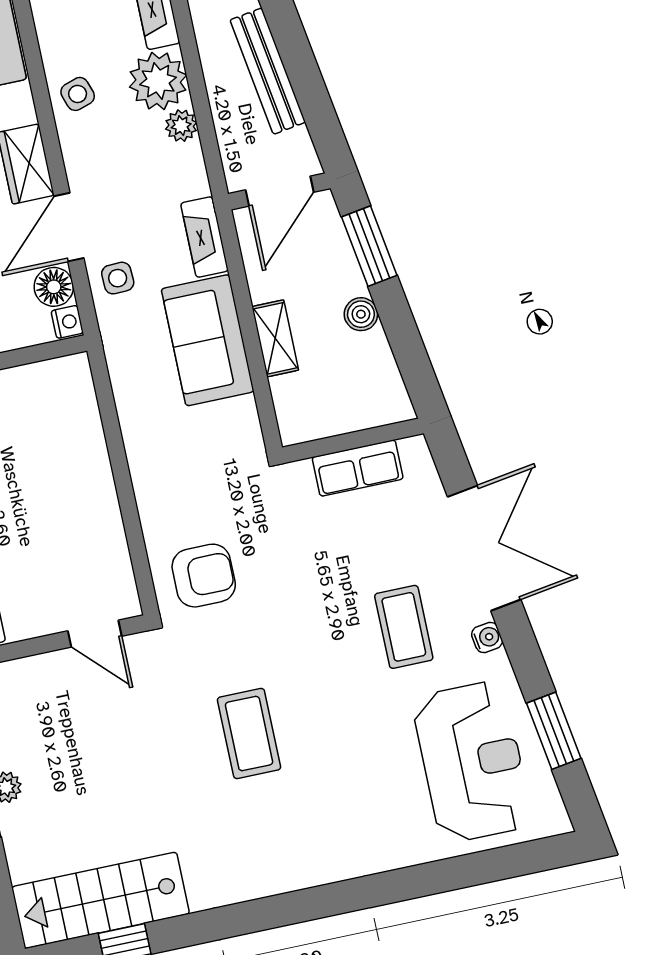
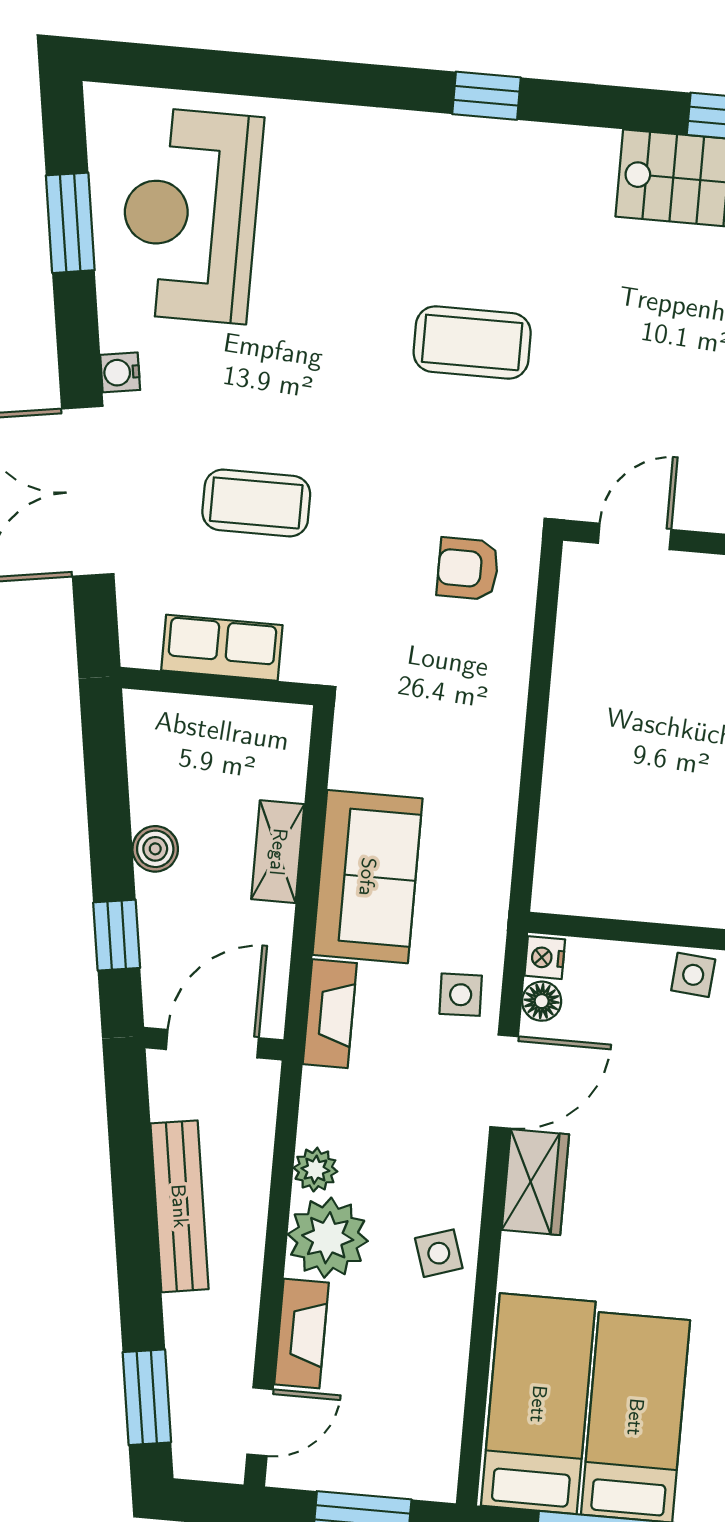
window: (369, 246) -> (117, 935), width x0.67
floor lamp: (54, 287) -> (542, 1001), width x0.73, depth x0.73
armchair: (204, 576) -> (468, 569), width x0.72, depth x0.72
coffee table: (404, 627) -> (256, 503), moved, turned 90
door: (95, 634) -> (635, 536), hinge flipped
coffee table: (249, 734) -> (472, 342), turned 90
window: (292, 908) -> (487, 96), added

